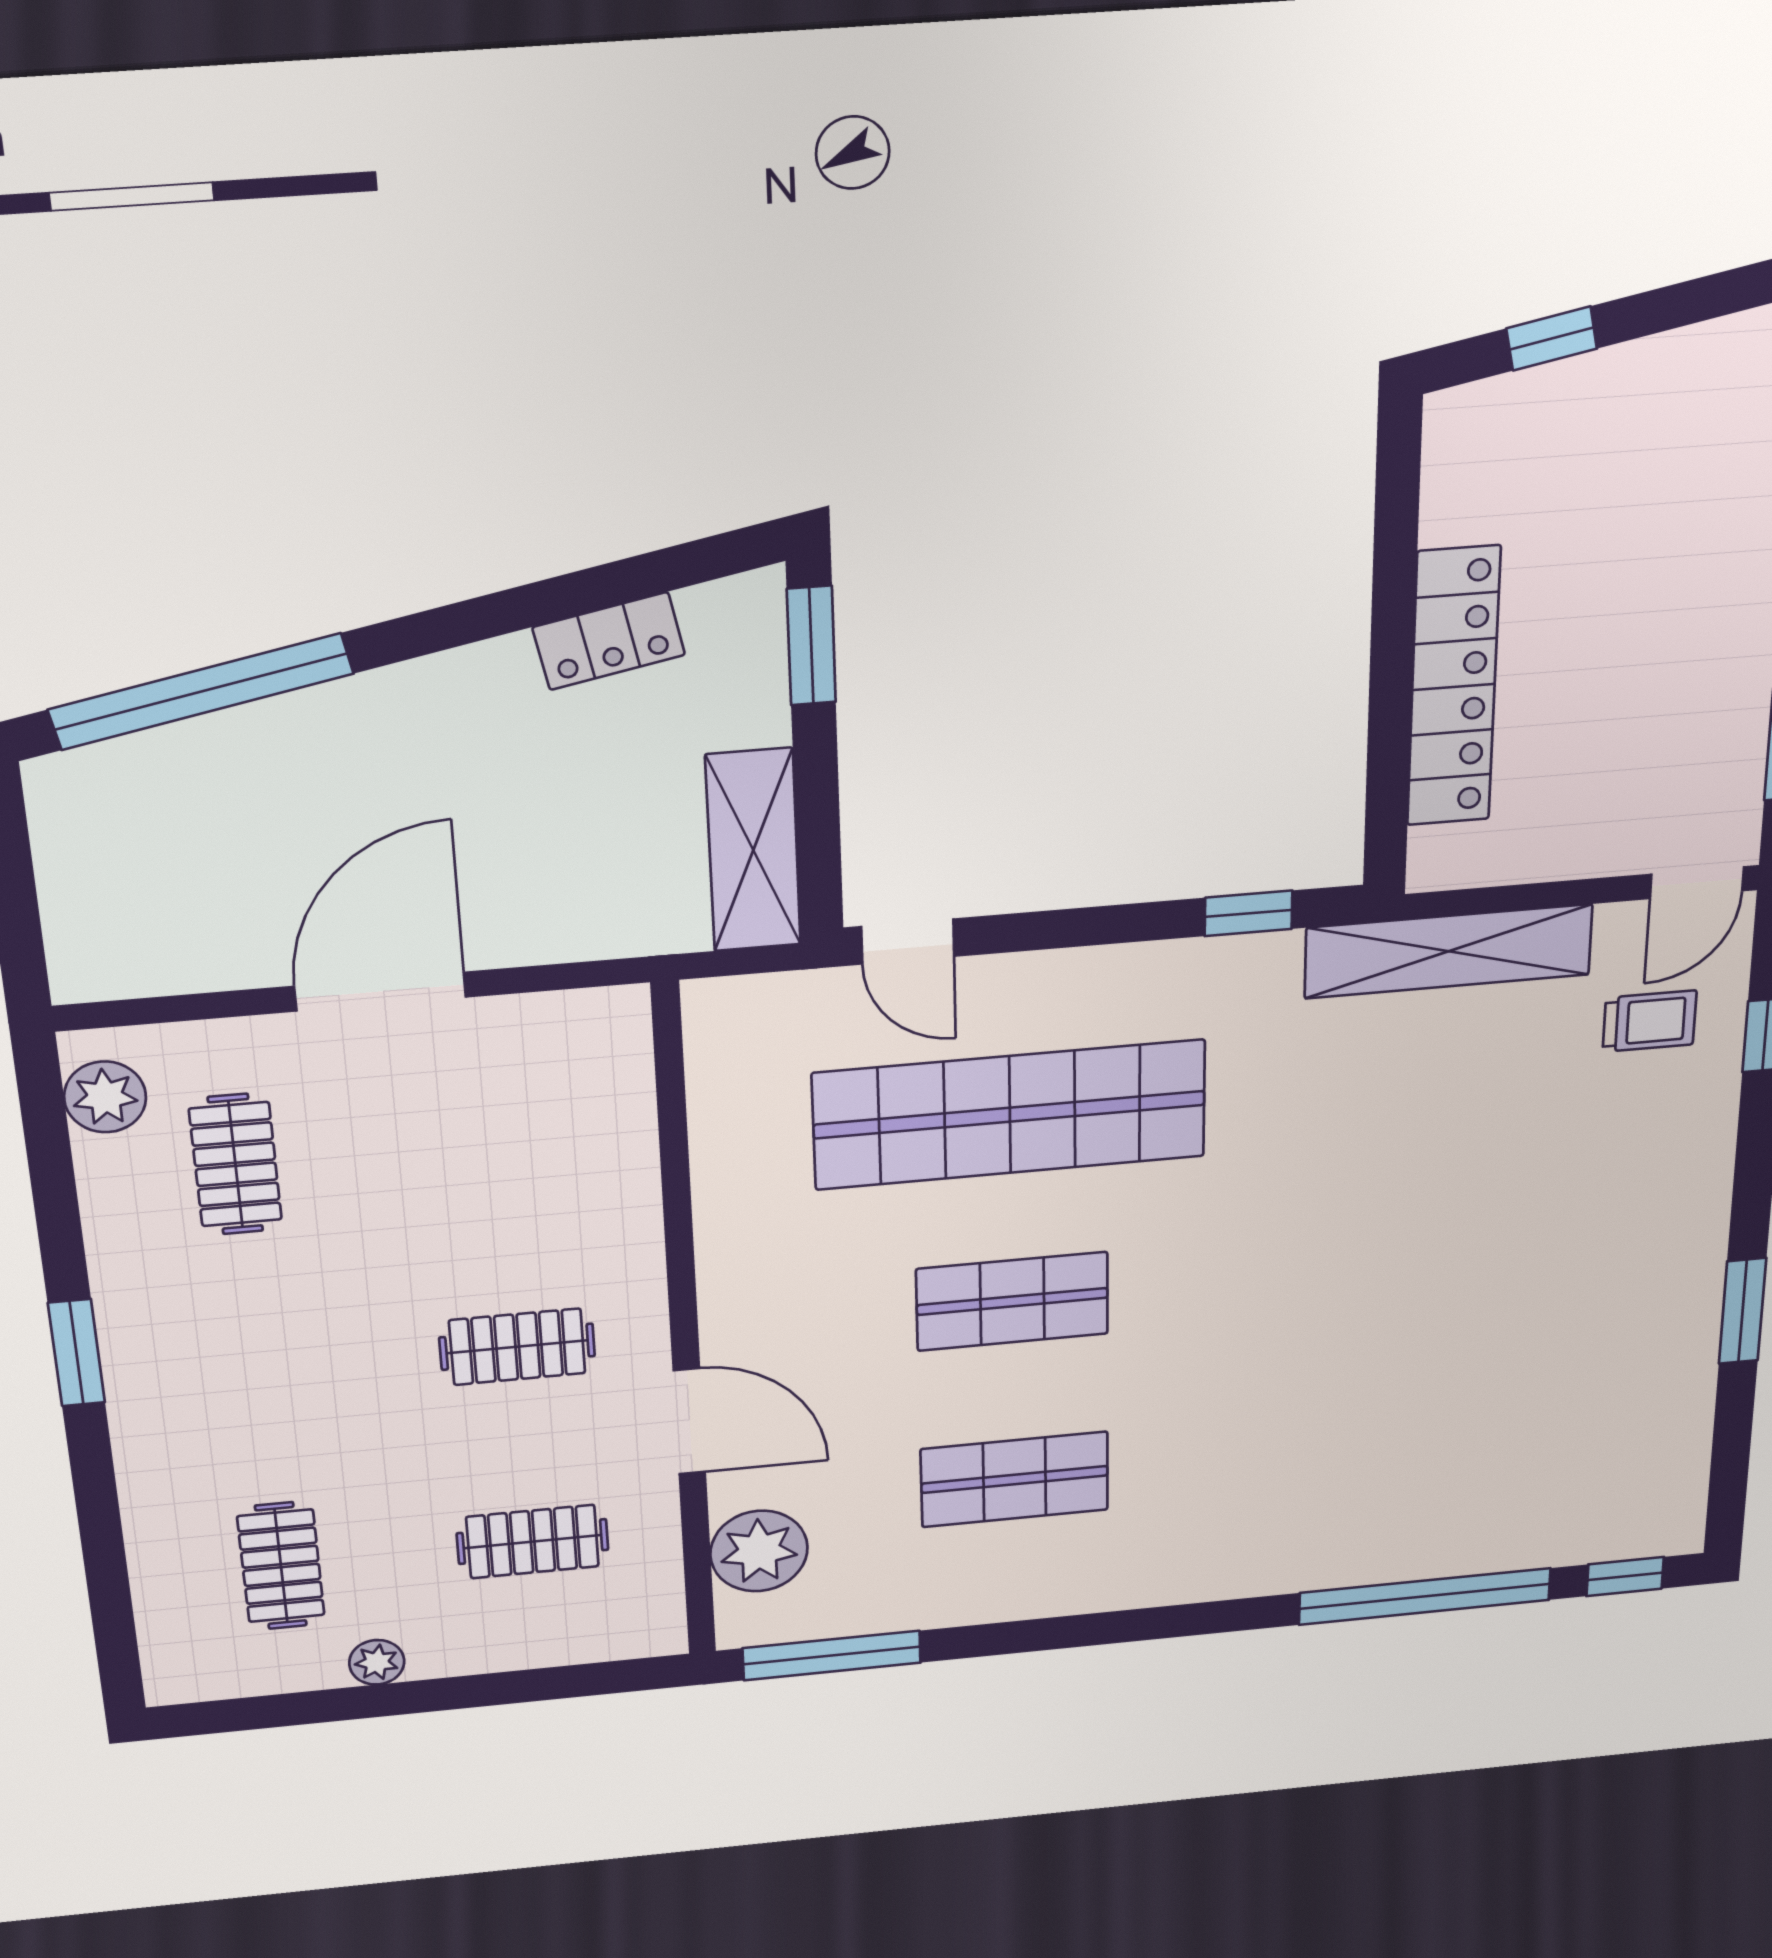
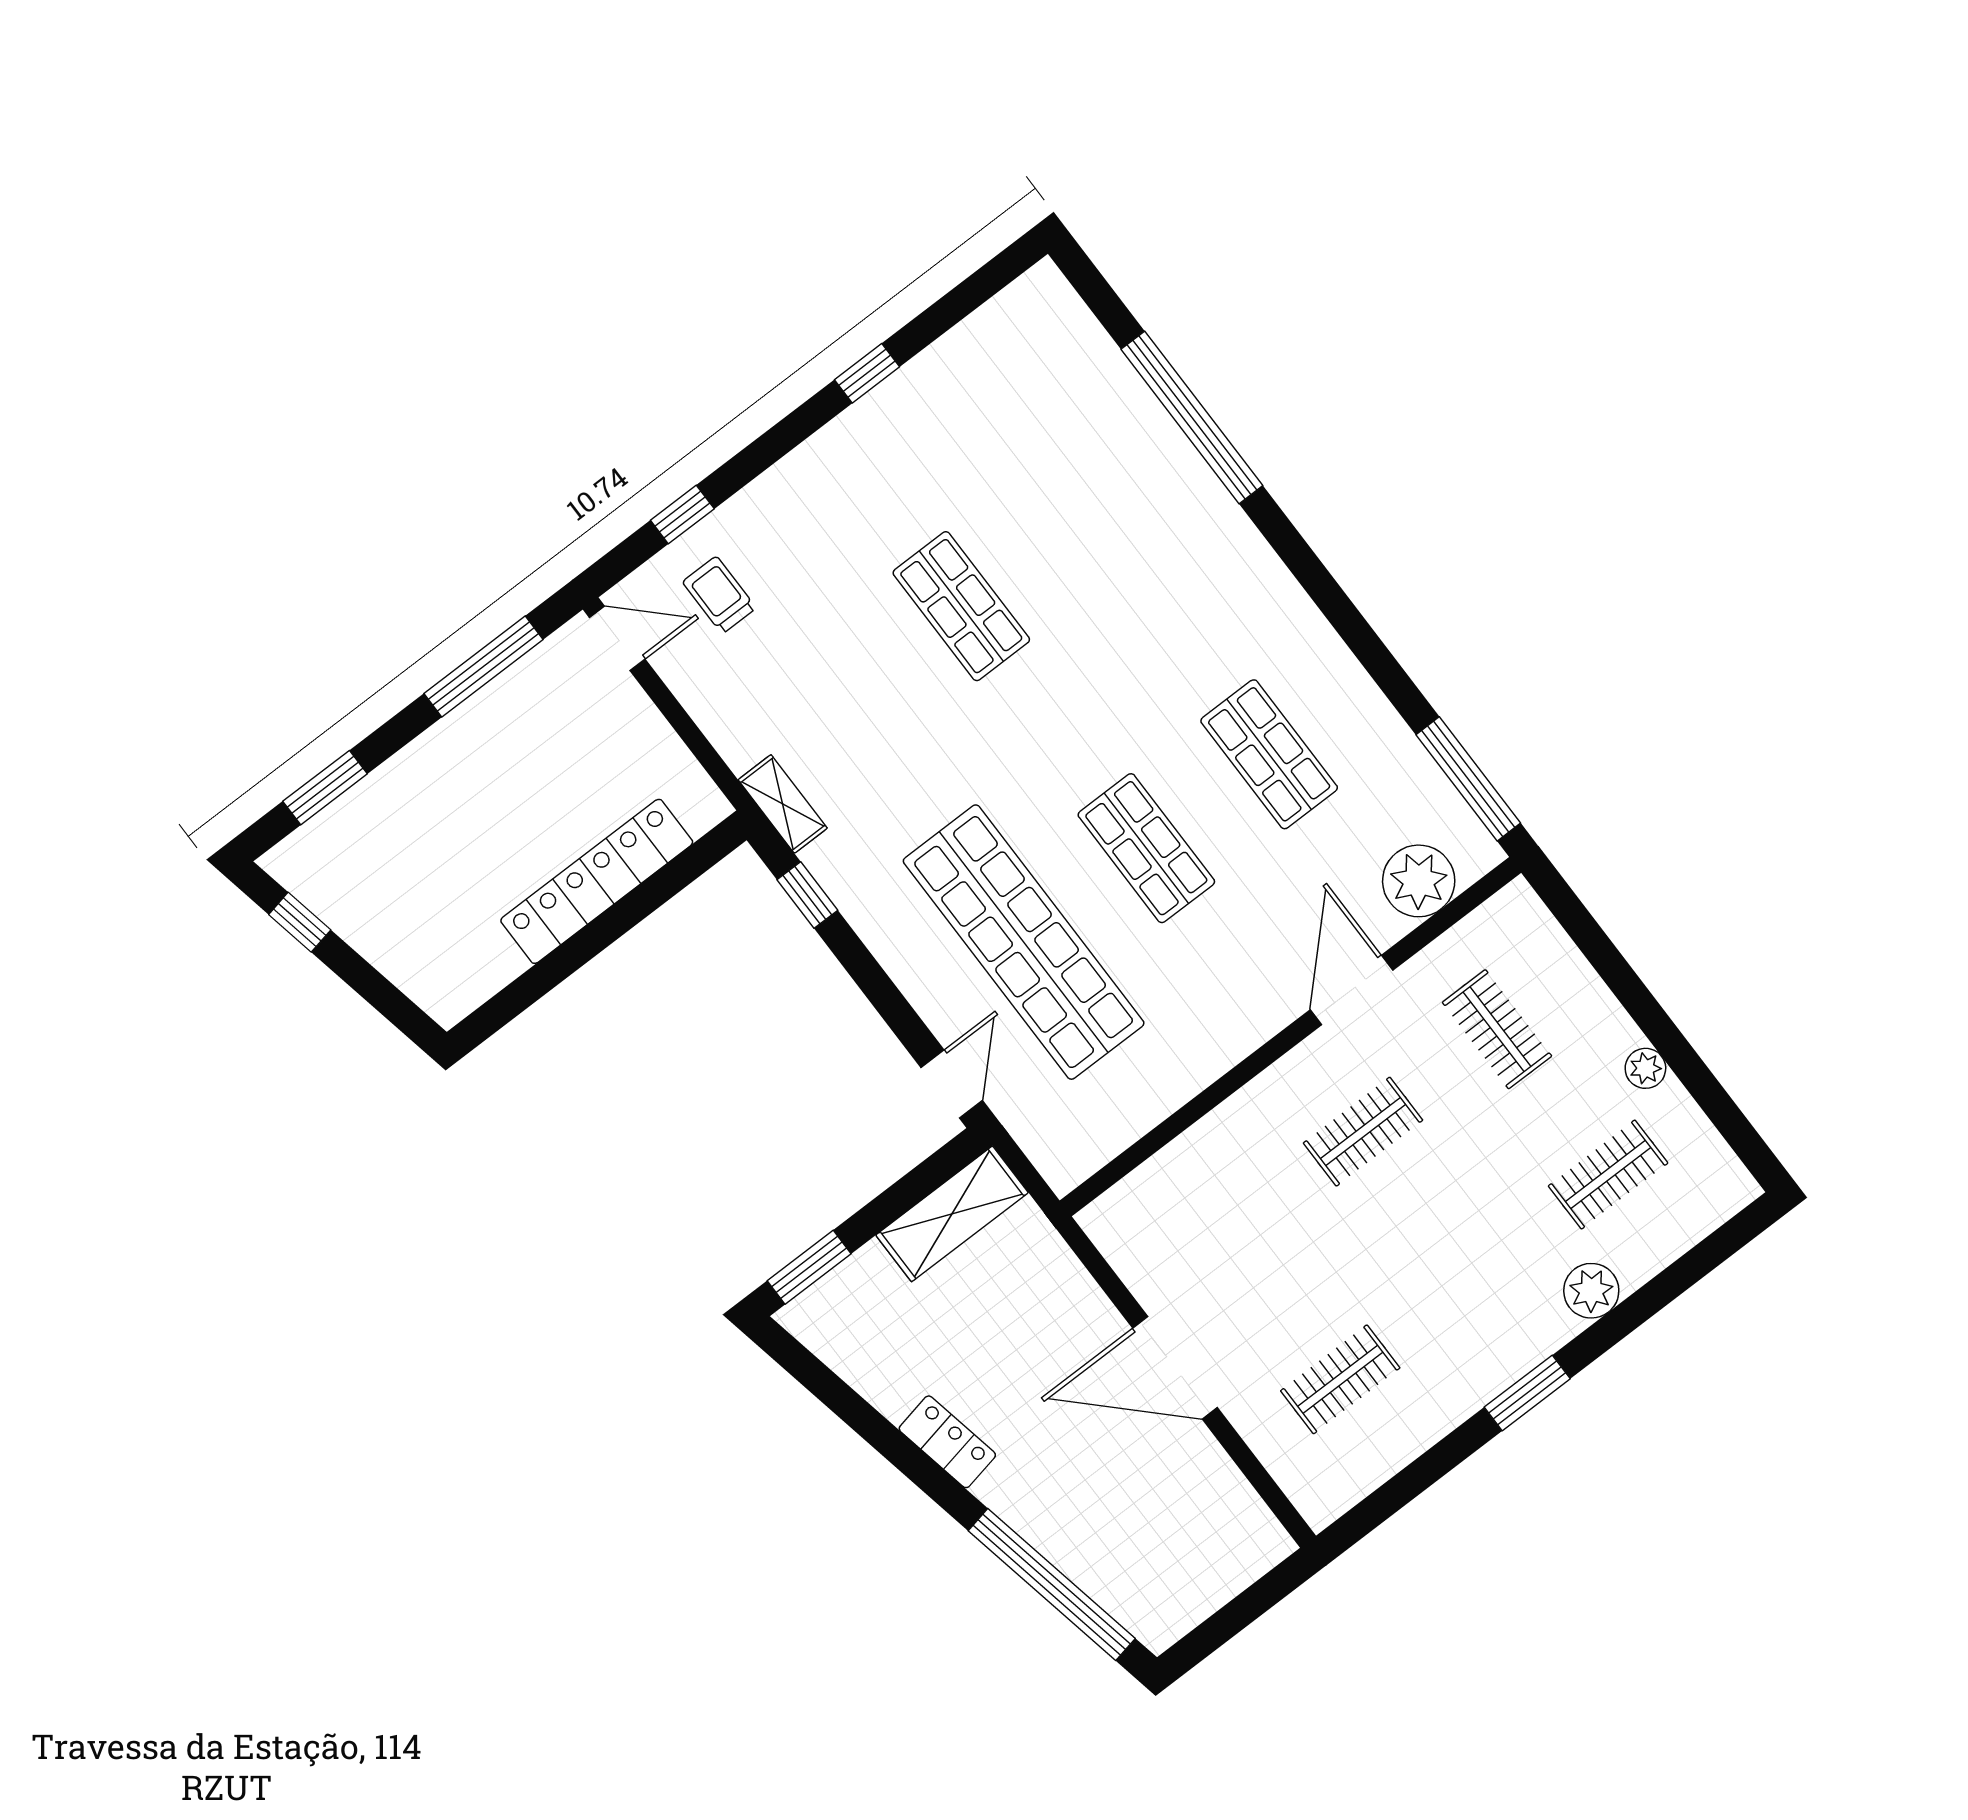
window: (1552, 339) -> (300, 922), moved
locker: (609, 641) -> (947, 1442), moved
shelving: (1448, 951) -> (783, 804), width x0.45, depth x0.75
plant: (105, 1097) -> (1591, 1291), moved
shop shelf: (1426, 1264) -> (961, 606), added
window: (1742, 1311) -> (867, 373), width x0.67
clothes rail: (517, 1347) -> (1363, 1132), turned 90
window: (1625, 1576) -> (1097, 293), removed

